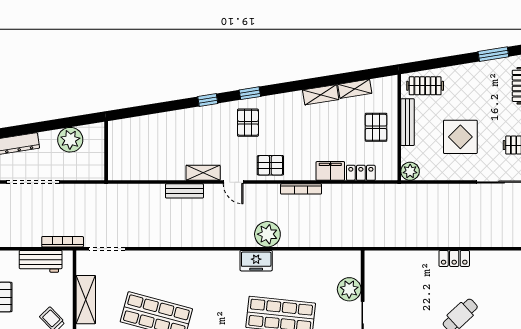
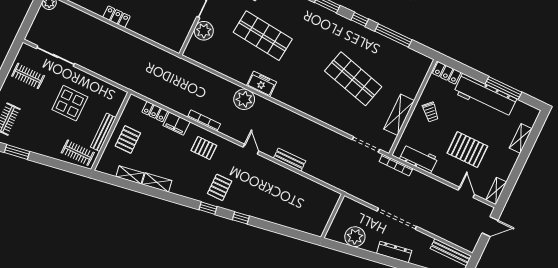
pallet: (270, 165) -> (204, 148), moved
plant: (410, 171) -> (118, 96), removed
shelving: (203, 173) -> (270, 166), removed

